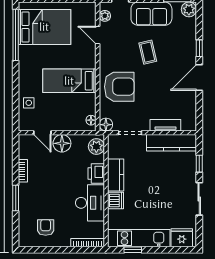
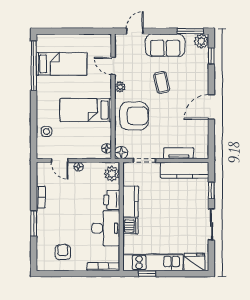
plant: (105, 16) -> (120, 87), moved
bed: (44, 27) -> (62, 64), width x0.67
window: (199, 48) -> (211, 56), moved
floor lamp: (62, 143) -> (79, 167), width x0.53, depth x0.53

